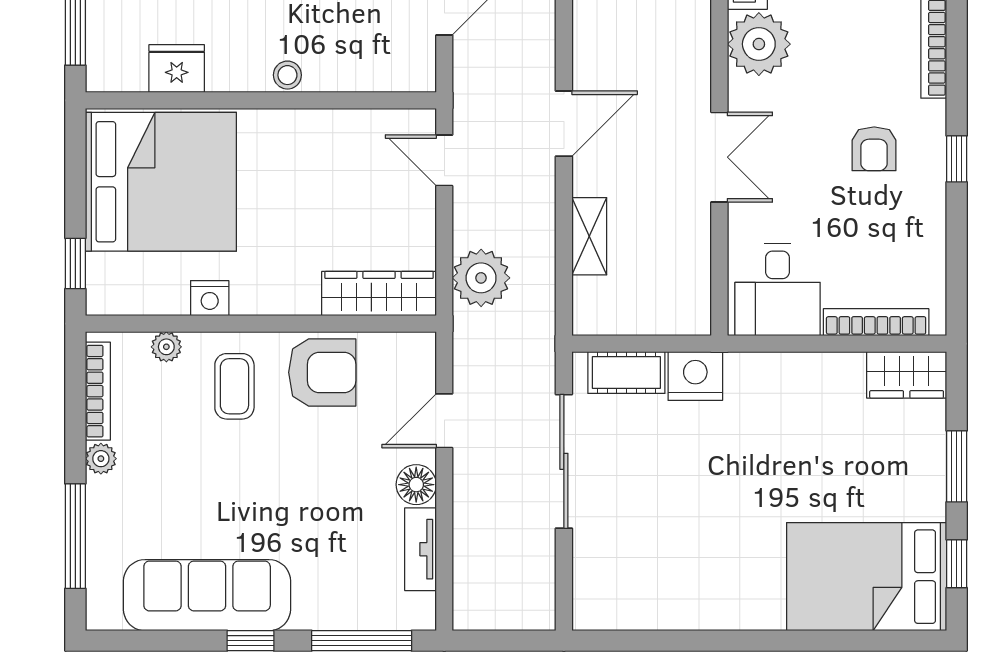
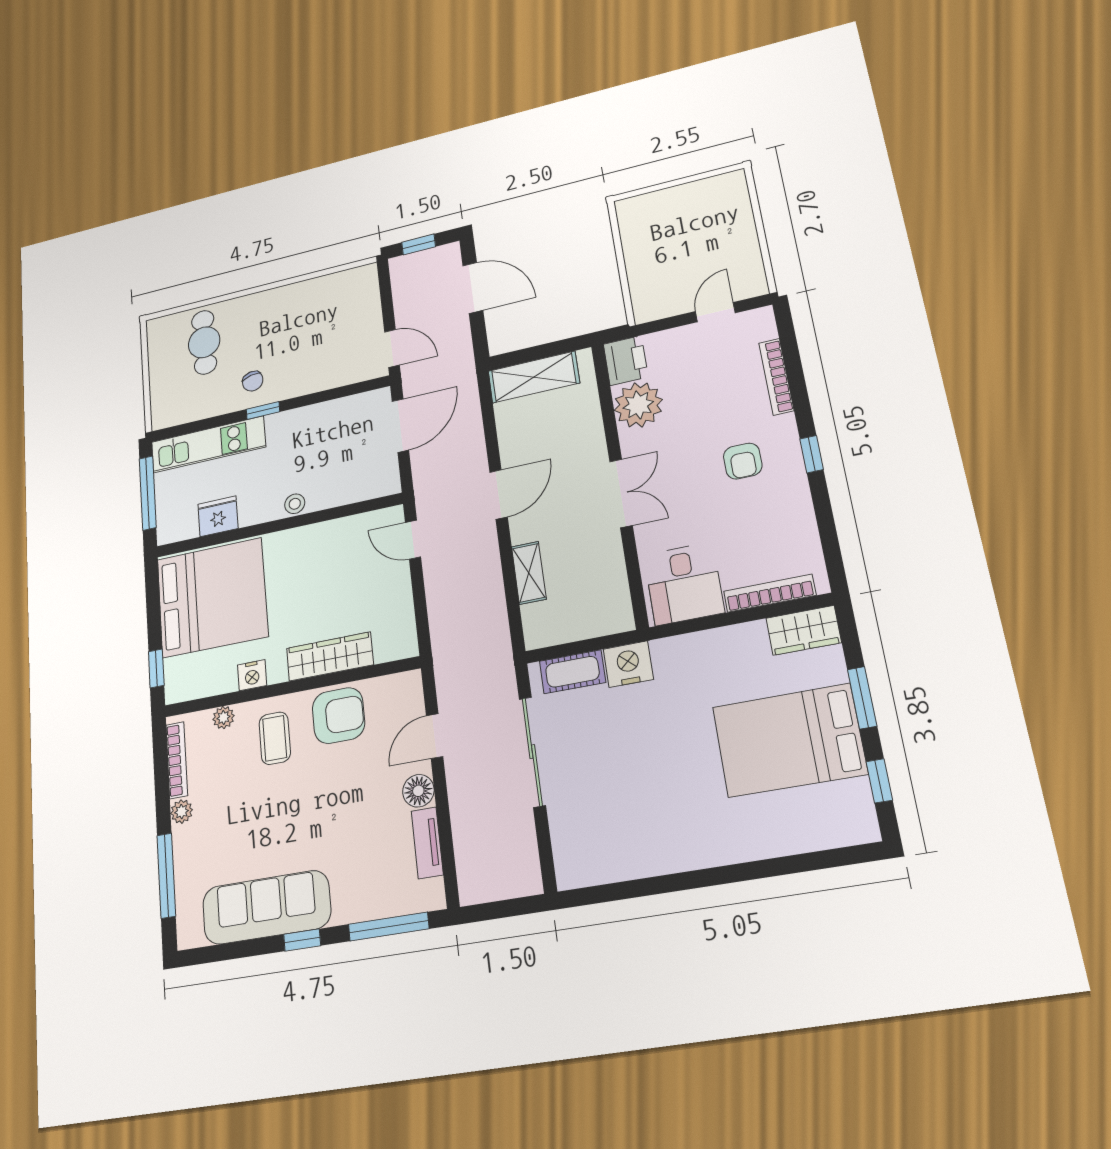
plant: (481, 278) -> (450, 621), removed
wardrobe: (379, 294) -> (330, 656), moved
bed: (867, 577) -> (789, 740), moved

